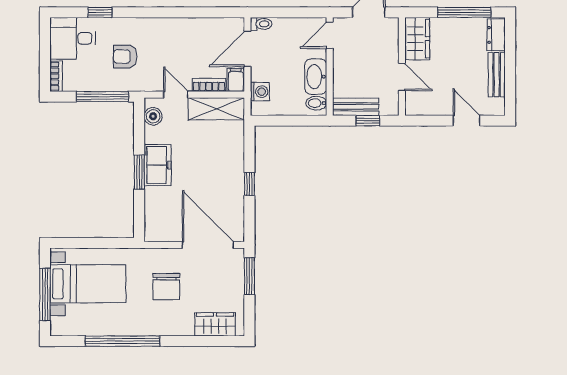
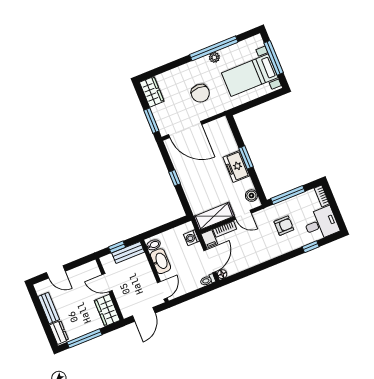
floor lamp: (238, 24) -> (222, 274), added
chair: (166, 287) -> (200, 93), turned 180
wardrobe: (215, 324) -> (152, 92), moved, turned -90
plant: (127, 328) -> (214, 57), added

